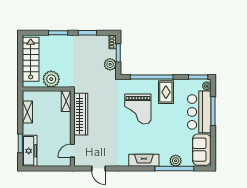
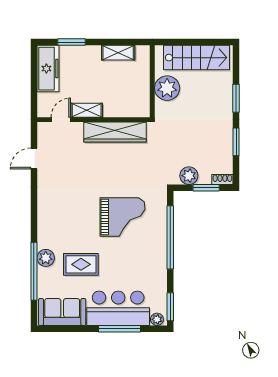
rug: (166, 92) -> (81, 264), moved
shelving: (66, 101) -> (87, 110), moved
grand piano: (138, 109) -> (123, 217), turned 180
freezer: (30, 151) -> (48, 69), moved, turned -90
door: (72, 151) -> (61, 120), hinge flipped
fireplace: (144, 160) -> (46, 226), removed
plant: (176, 161) -> (46, 258), moved

